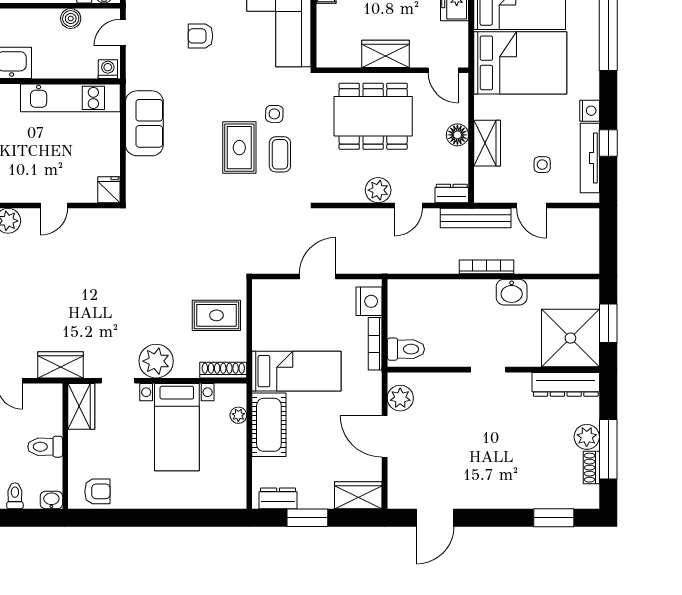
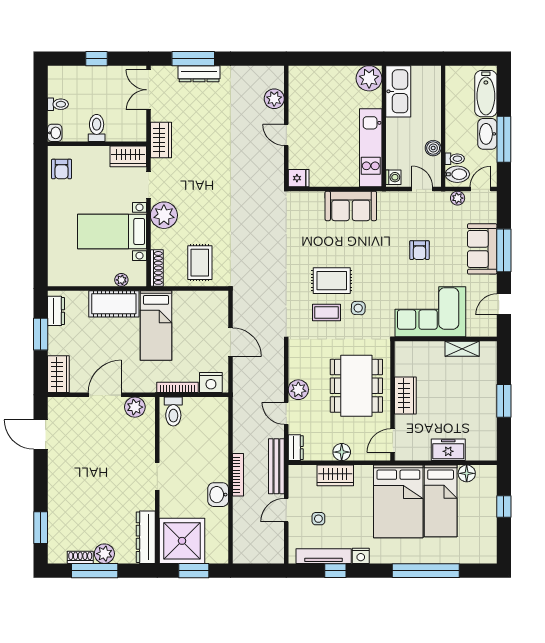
armchair: (201, 36) -> (419, 250), turned 180

